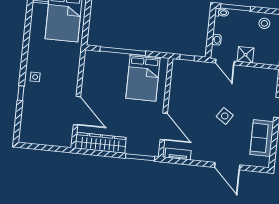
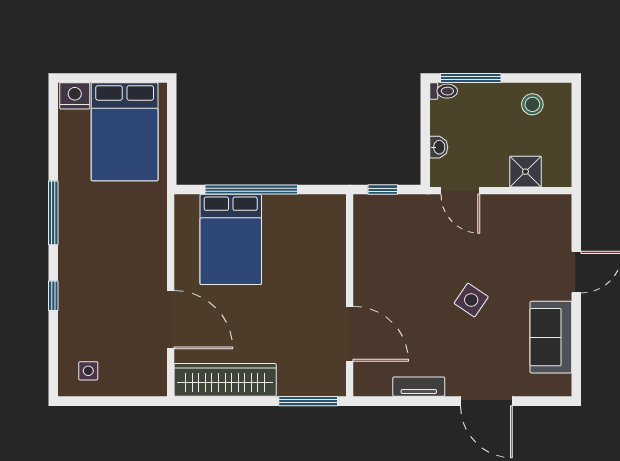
window: (25, 53) -> (53, 213), added
shower: (245, 55) -> (525, 172), moved
side table: (35, 77) -> (88, 371), moved
bed: (143, 78) -> (231, 239), moved
tv unit: (178, 154) -> (419, 387), moved

